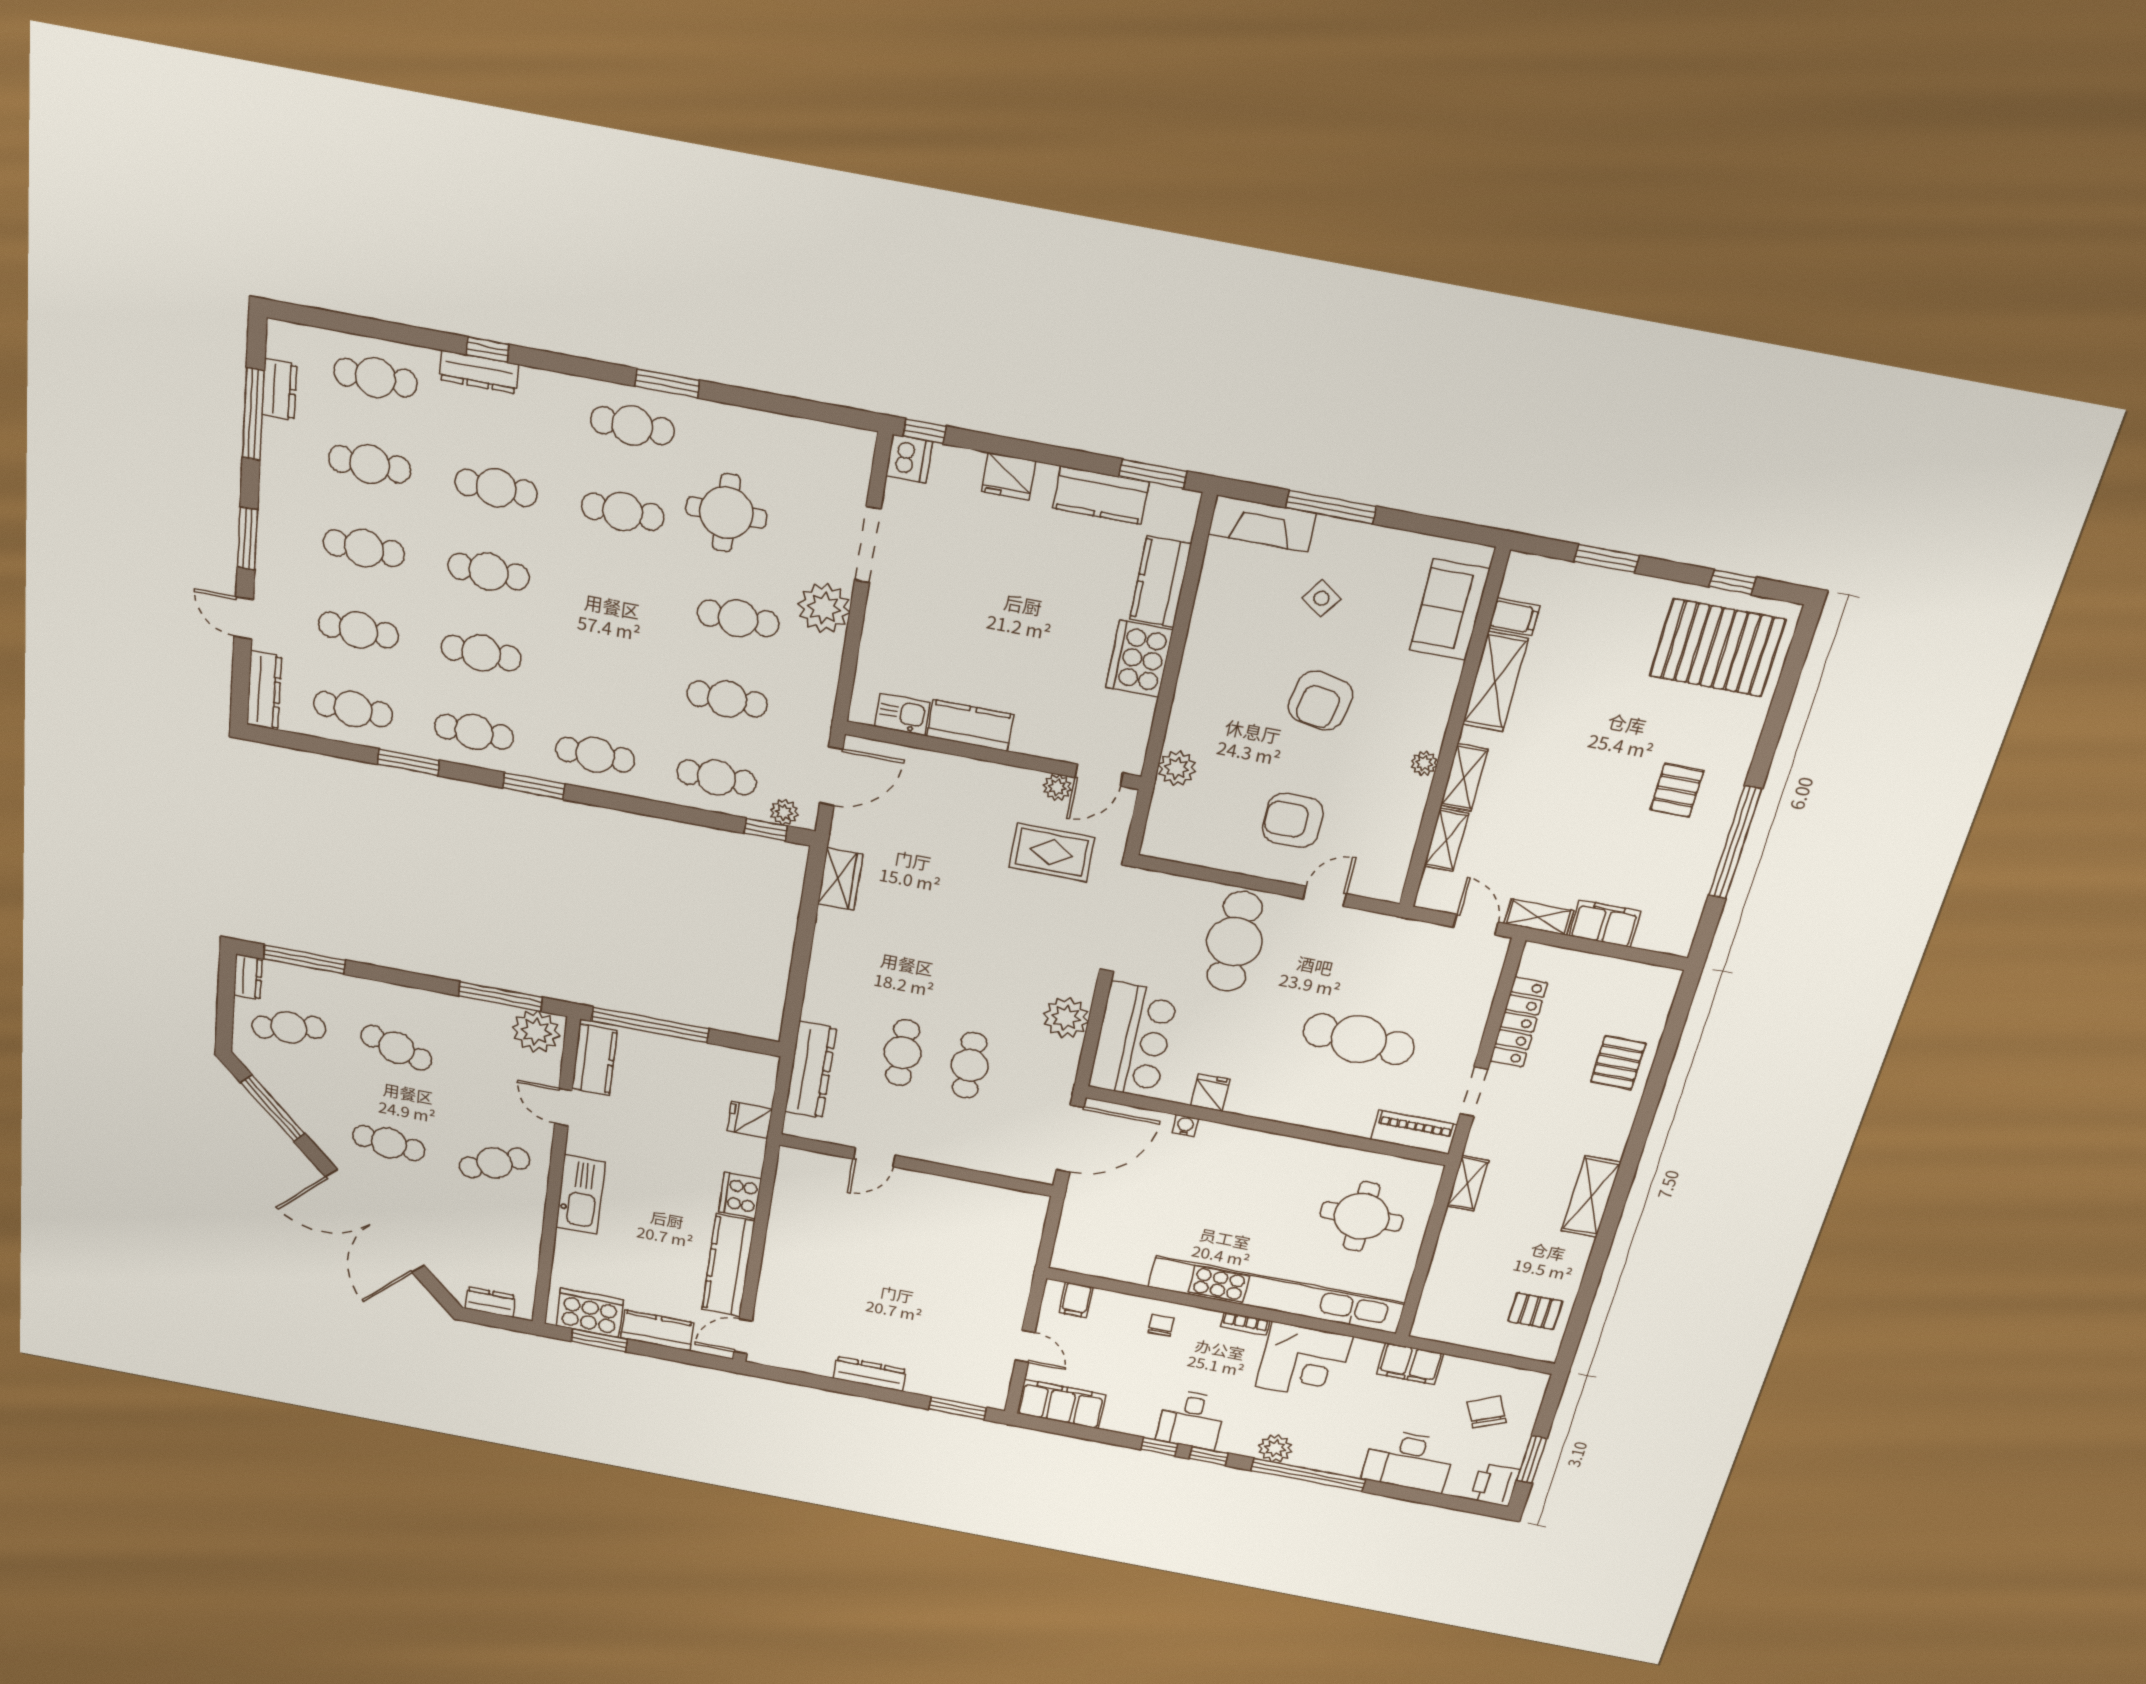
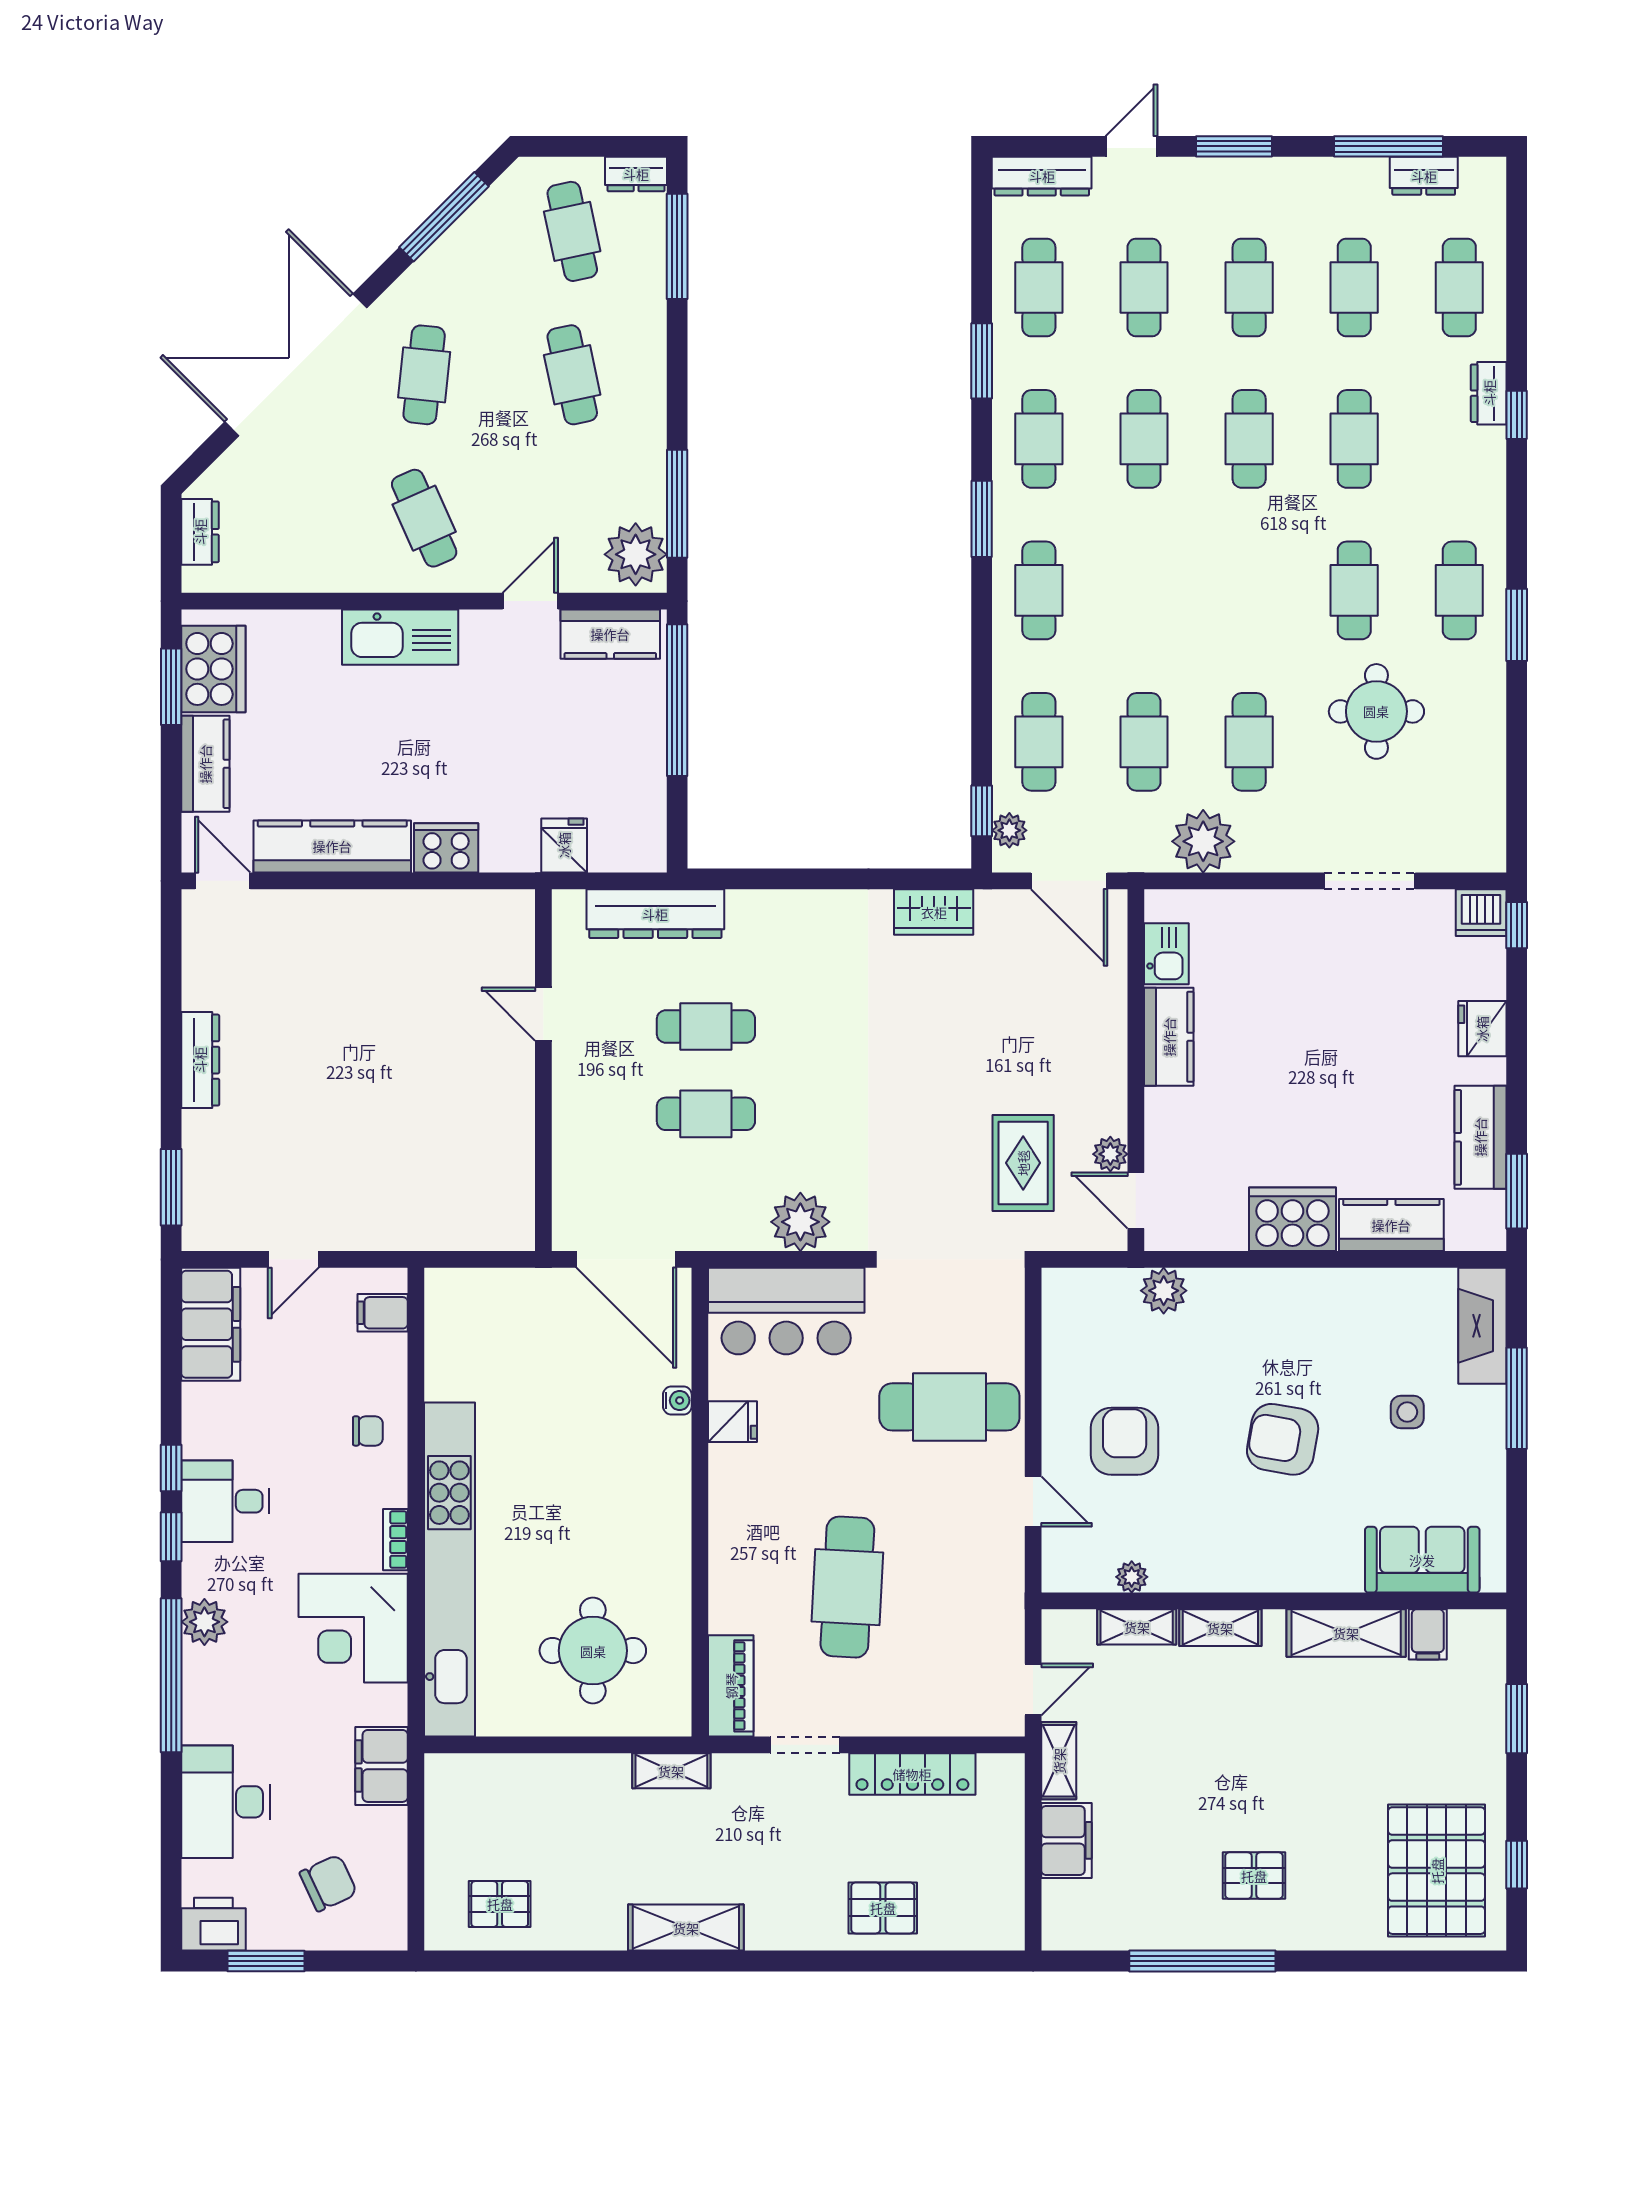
dresser: (479, 372) -> (1489, 393), width x0.70
side table: (1321, 598) -> (1407, 1412), turned -35
plant: (824, 608) -> (1203, 841), moved
plant: (1424, 763) -> (1132, 1577), moved
cafe table: (396, 1048) -> (572, 375), turned -30
pallet: (1535, 1311) -> (500, 1904), turned 90

